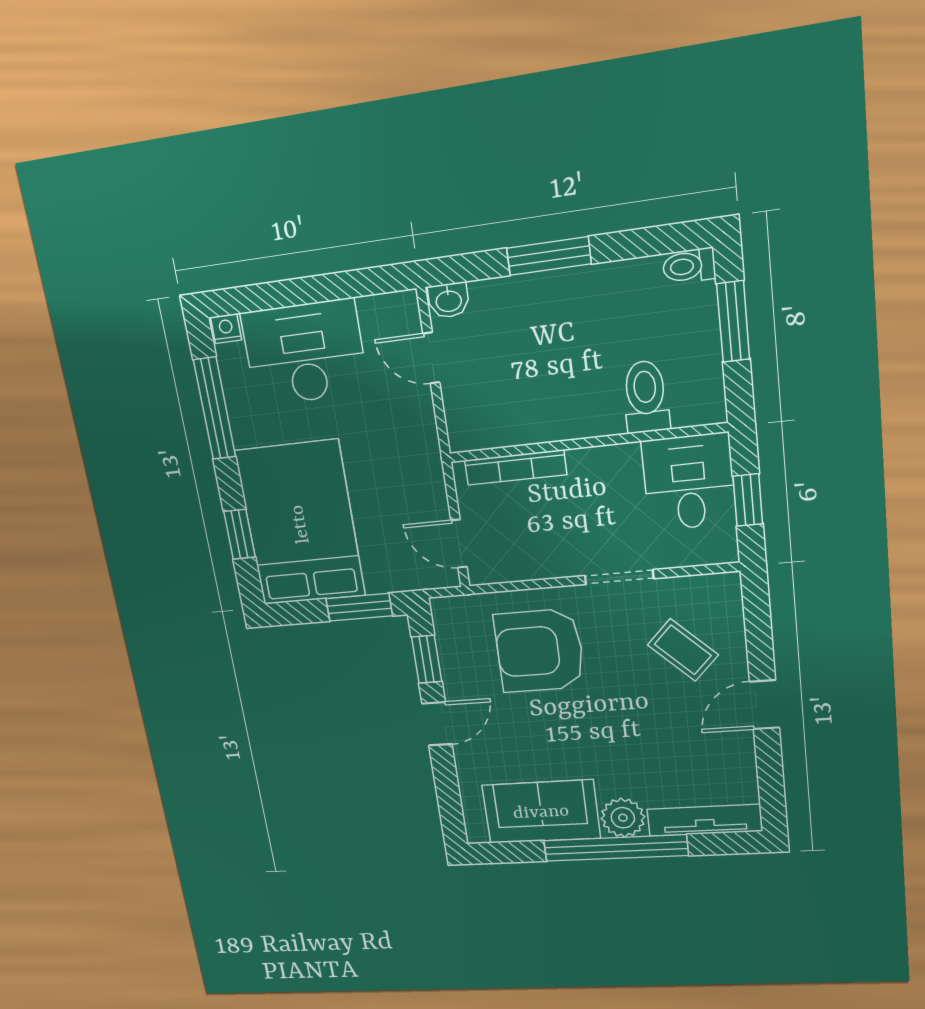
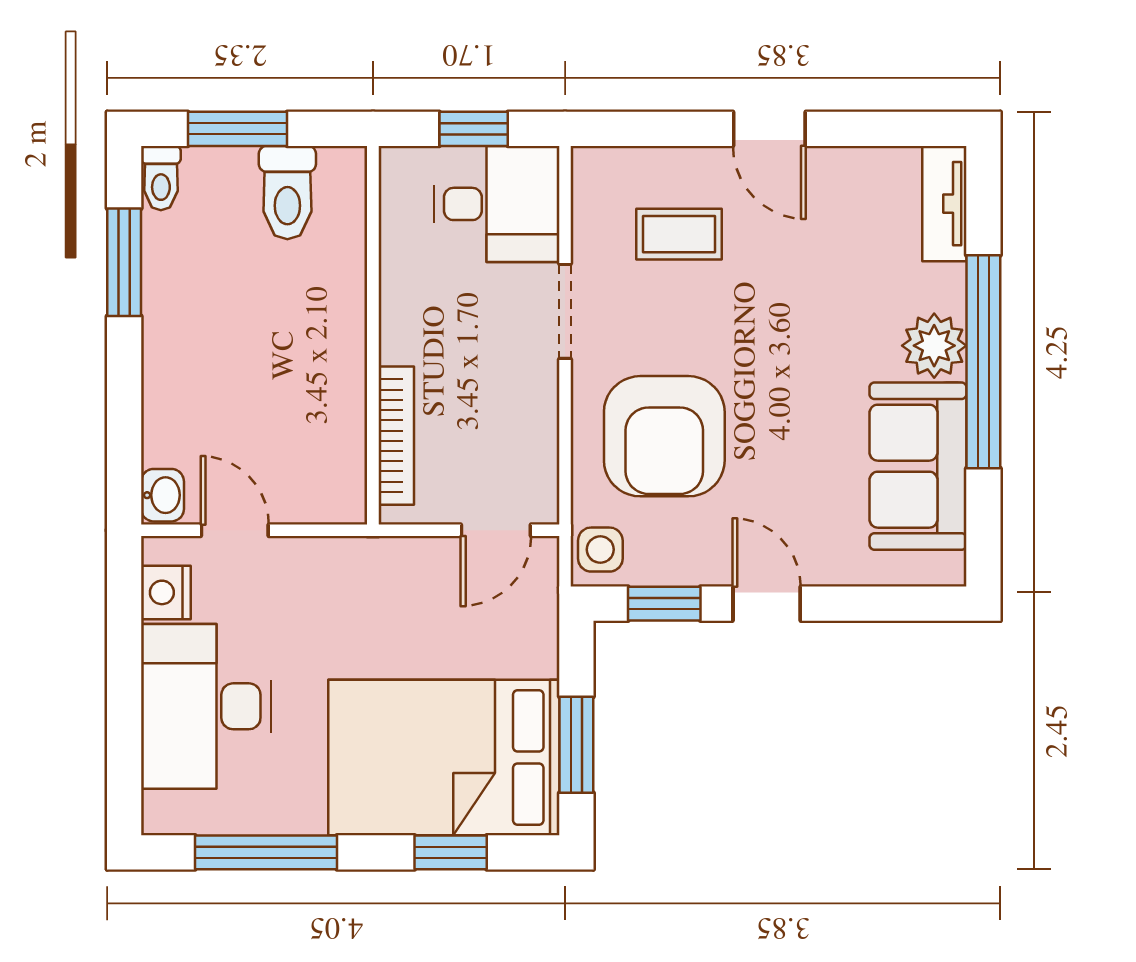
window: (549, 256) -> (124, 262), moved
nightstand: (226, 329) -> (166, 592), moved, width x1.39, depth x1.35
door: (431, 358) -> (235, 530), swing flipped
toilet: (646, 397) -> (287, 193), moved, turned -90
desk: (689, 482) -> (497, 204), moved, turned 180
window: (359, 607) -> (576, 745), moved
side table: (456, 615) -> (600, 550), added
coffee table: (683, 650) -> (679, 234), turned 46
tv unit: (705, 820) -> (944, 204), width x0.71

